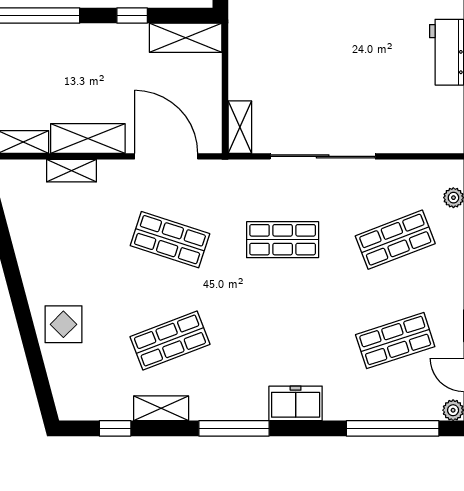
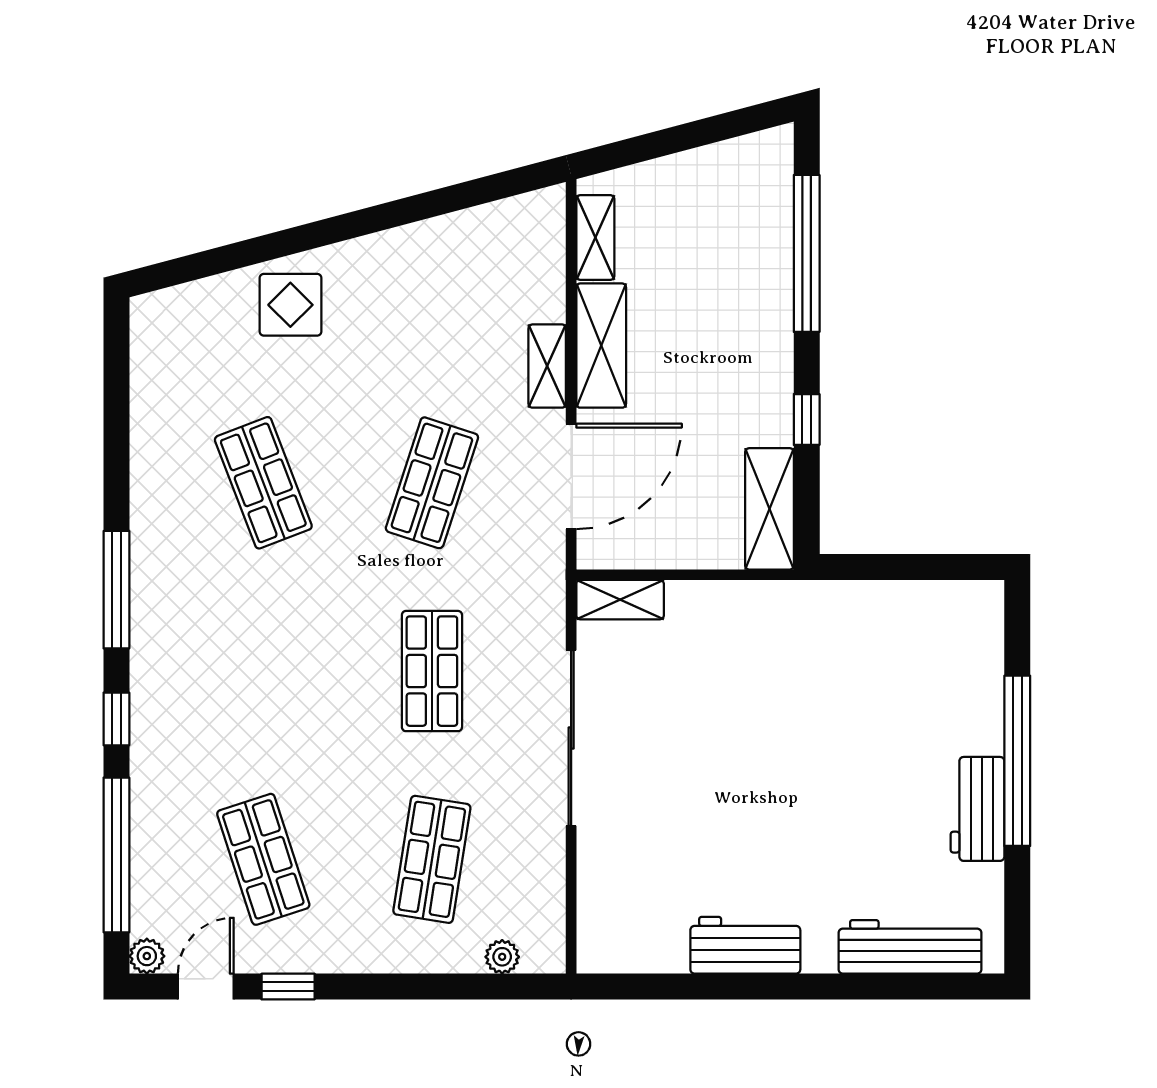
shelving: (72, 171) -> (547, 366), moved
shop shelf: (395, 240) -> (432, 859), turned 30
freezer: (296, 403) -> (158, 693), removed
shelving: (161, 408) -> (150, 468), removed
window: (115, 428) -> (116, 719), moved

